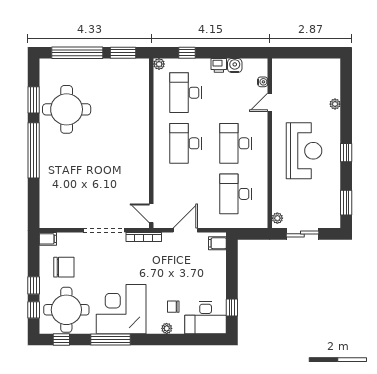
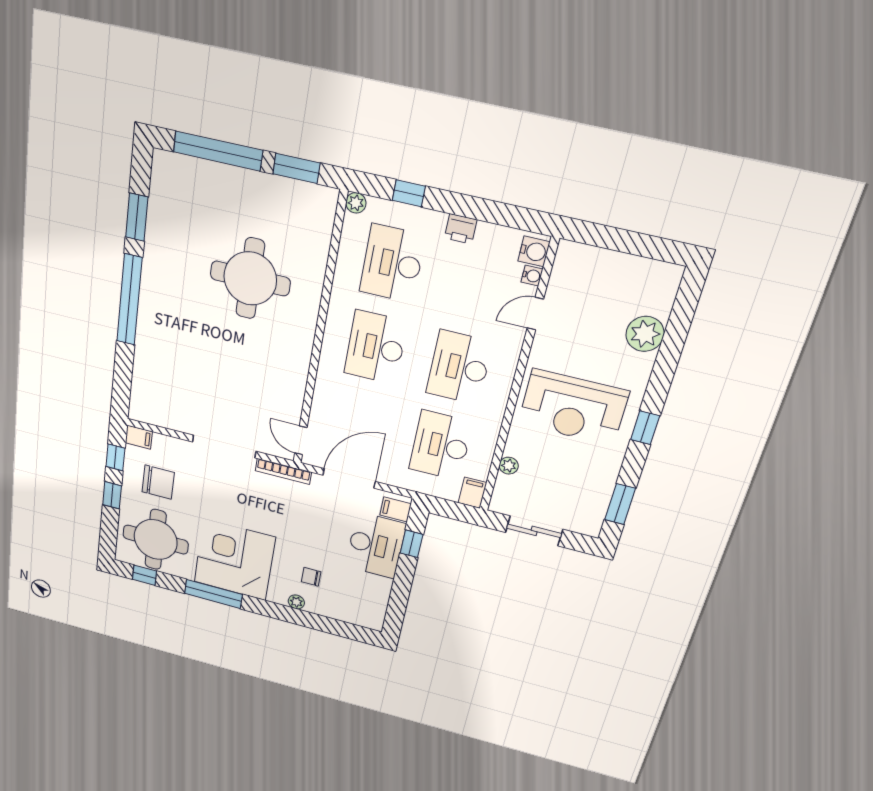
water cooler: (235, 66) -> (534, 251), moved, turned 90
plant: (335, 104) -> (645, 334), width x1.87, depth x1.87
round table: (67, 109) -> (250, 278), moved
reception desk: (304, 151) -> (573, 407), turned 90
plant: (277, 218) -> (509, 466), moved
filing cabinet: (261, 219) -> (472, 493), added
door: (185, 230) -> (349, 478), width x1.36
window: (232, 307) -> (412, 544), moved
window: (34, 310) -> (115, 457), moved
desk: (206, 318) -> (376, 545), moved, turned -90

